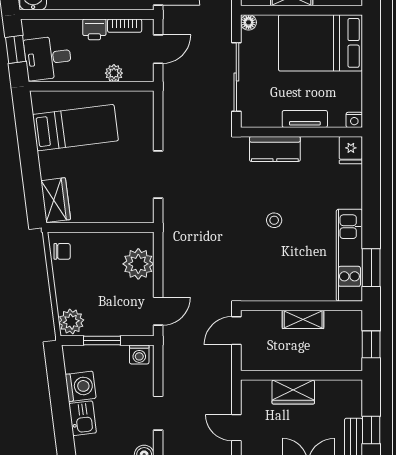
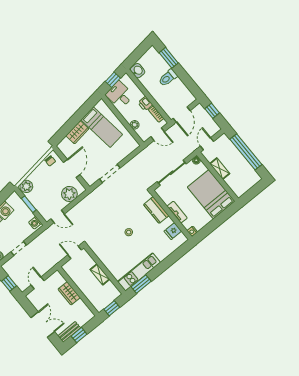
fridge: (351, 150) -> (173, 231), moved
wardrobe: (56, 200) -> (77, 132), moved
door: (101, 228) -> (72, 168), added

